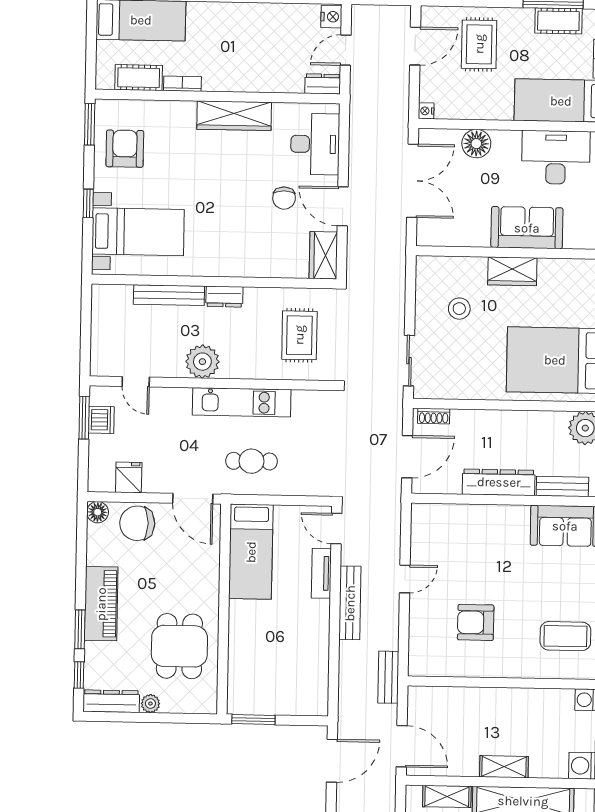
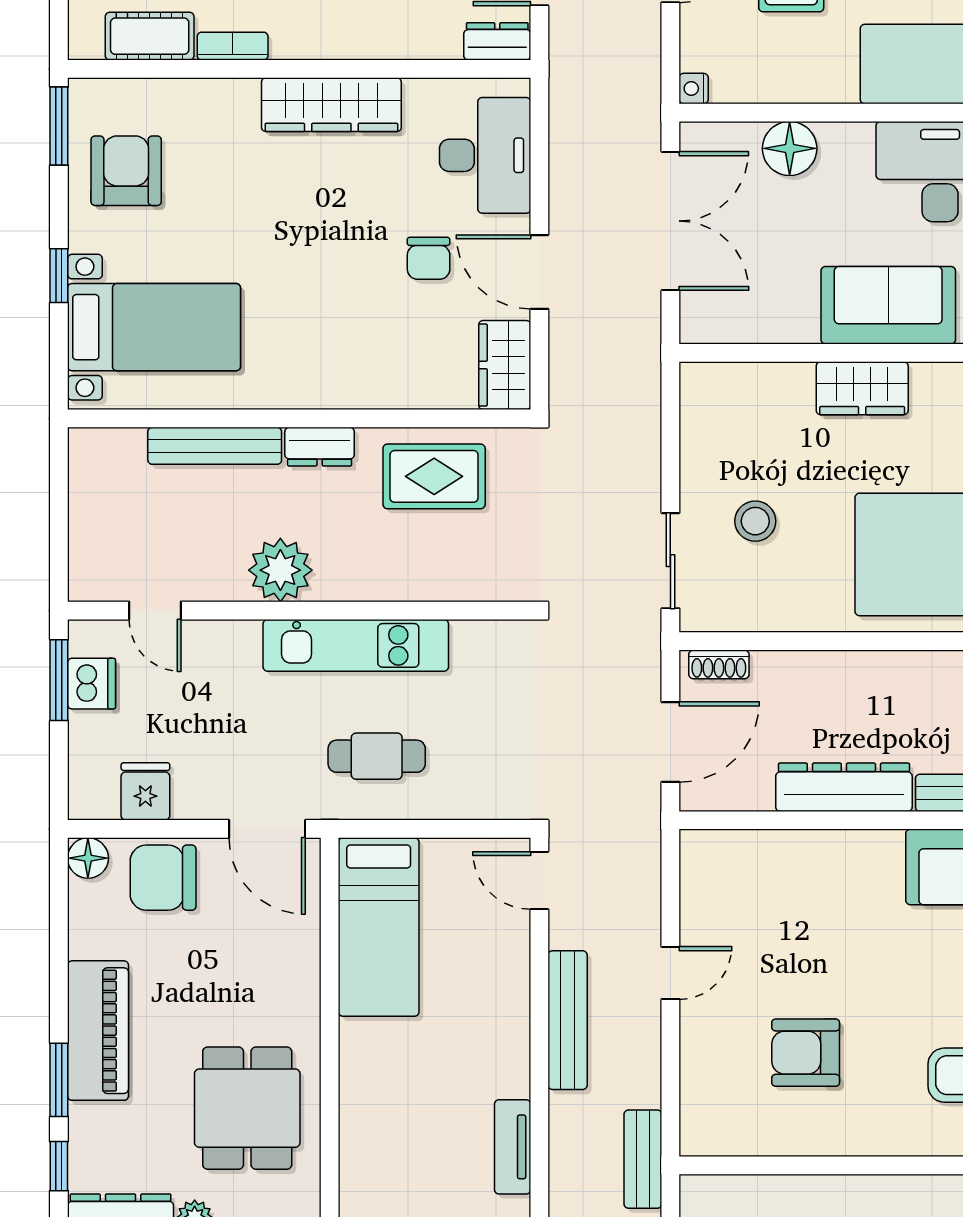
stool: (459, 309) -> (755, 521), moved
rug: (299, 335) -> (434, 476), moved, turned 90
tv unit: (321, 573) -> (513, 1147), moved

